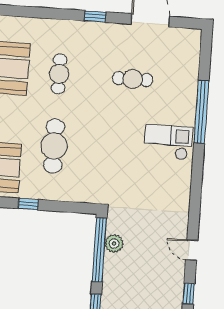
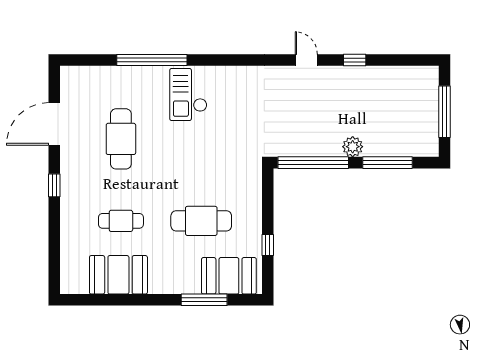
cafe table: (133, 79) -> (121, 139), width x1.37, depth x1.35
plant: (114, 244) -> (353, 147), moved
door: (192, 250) -> (306, 60), swing flipped

